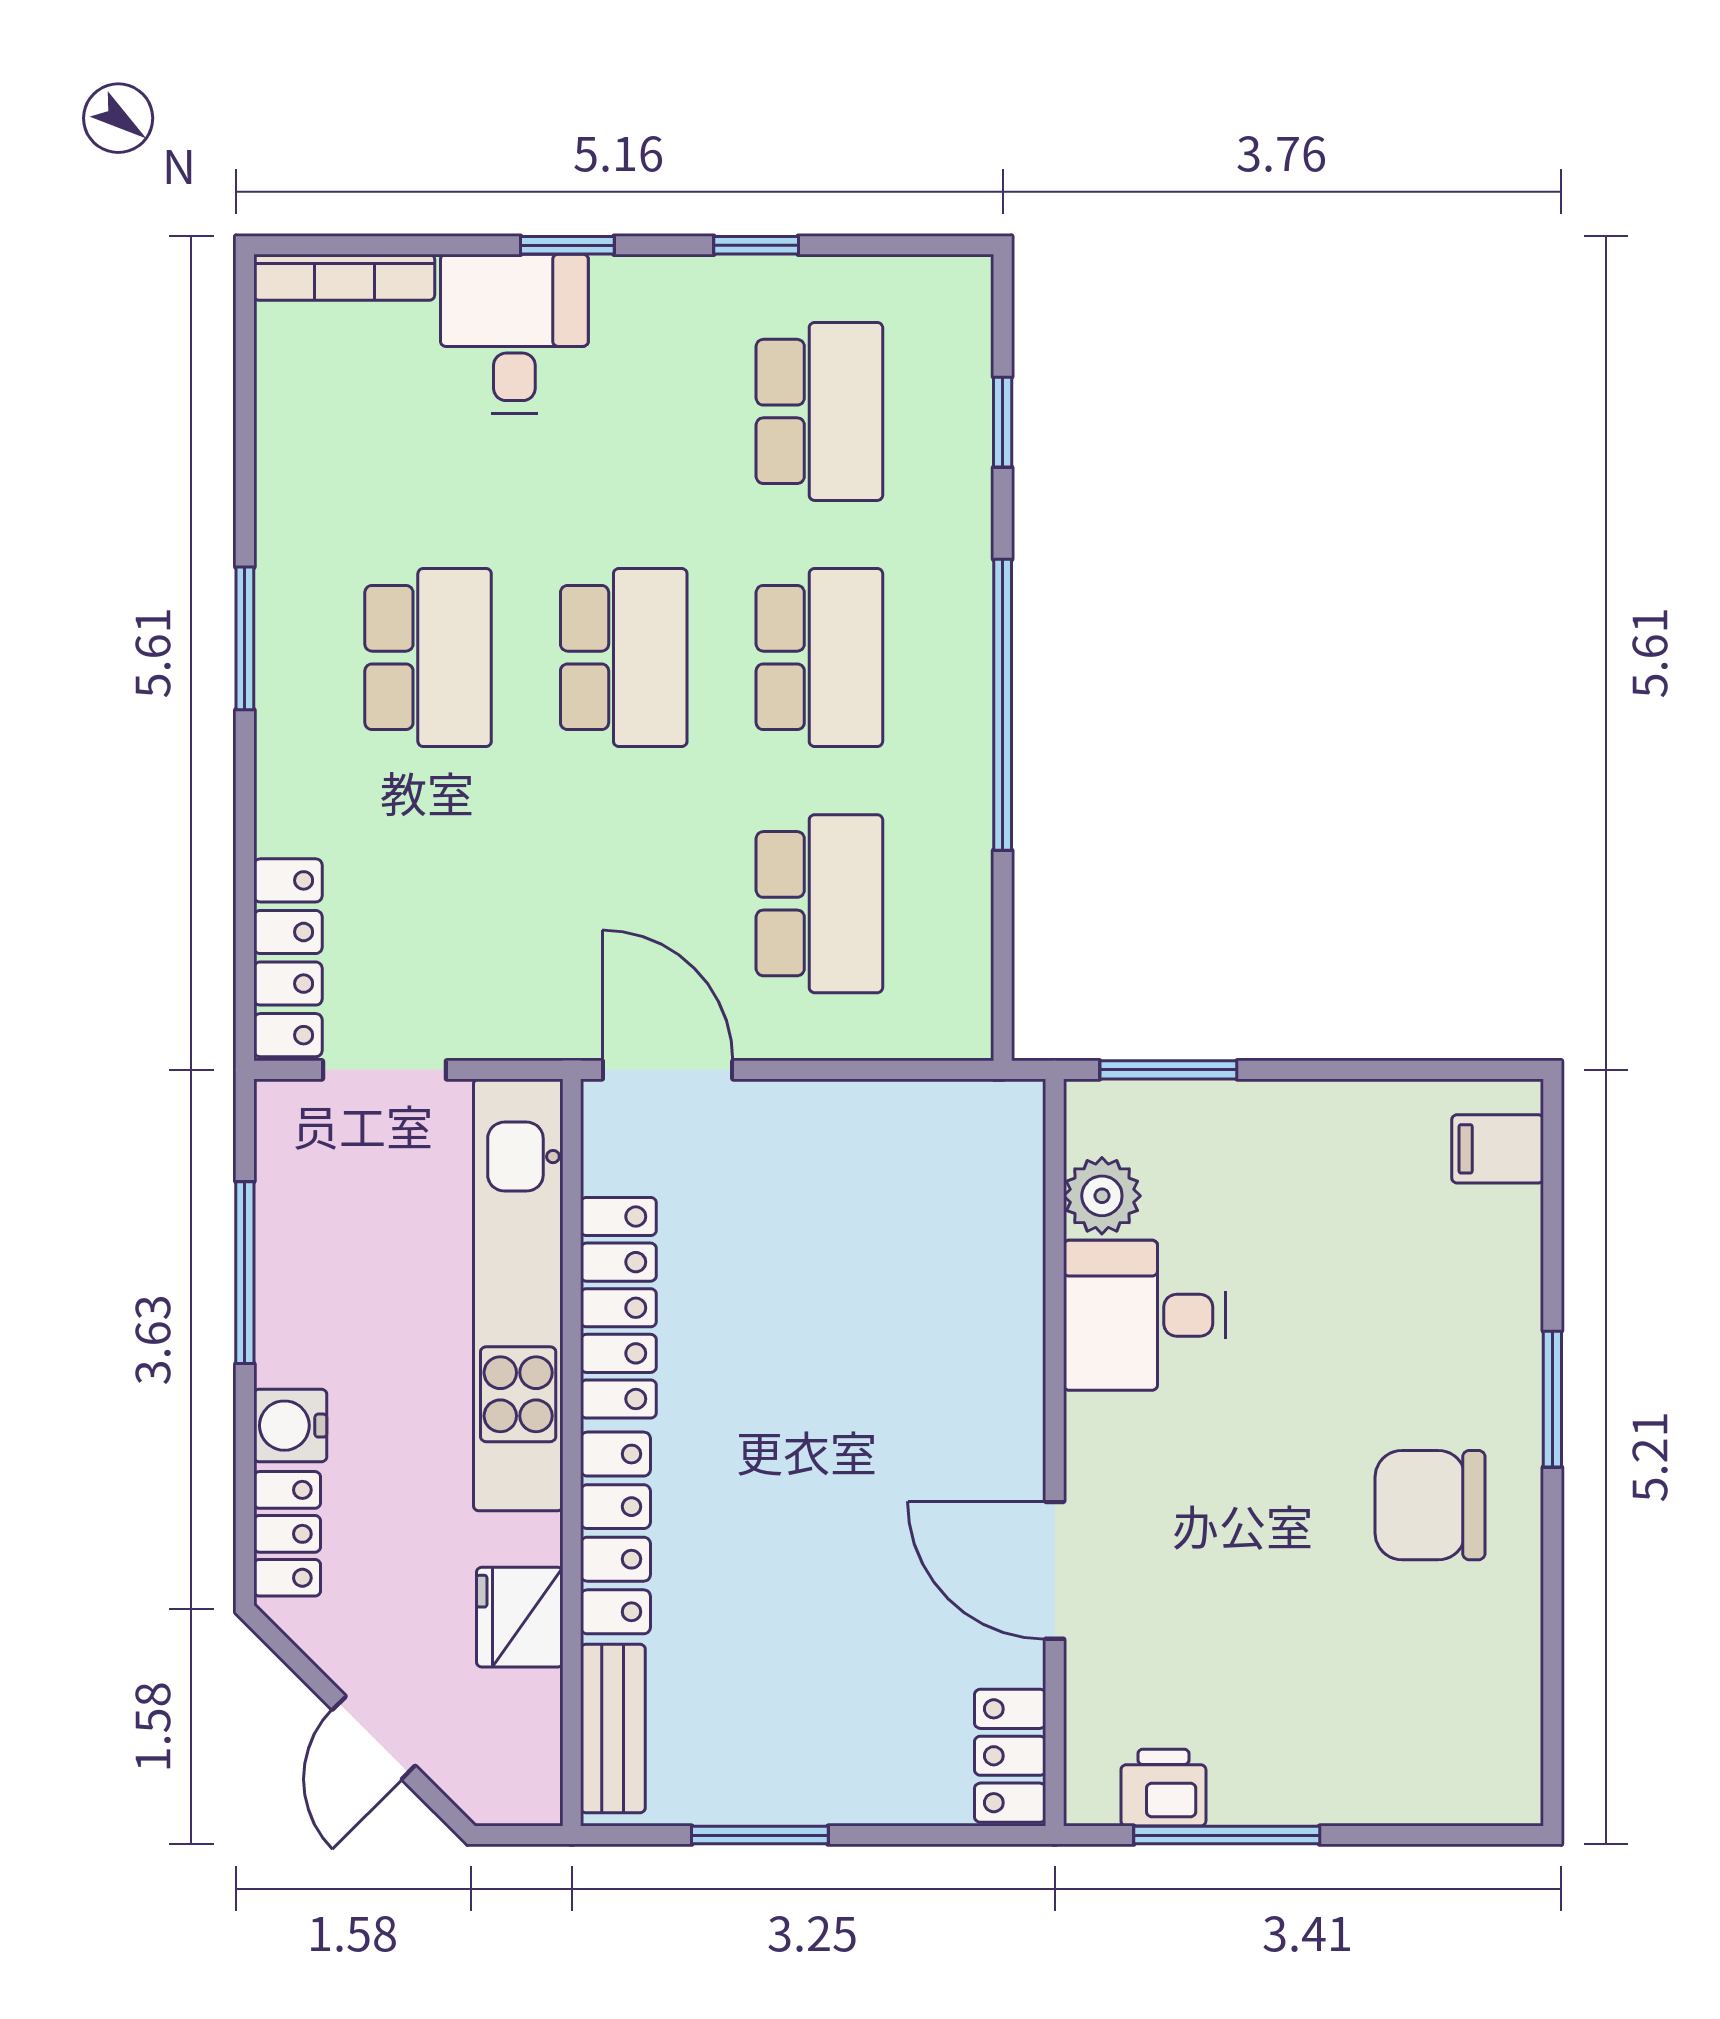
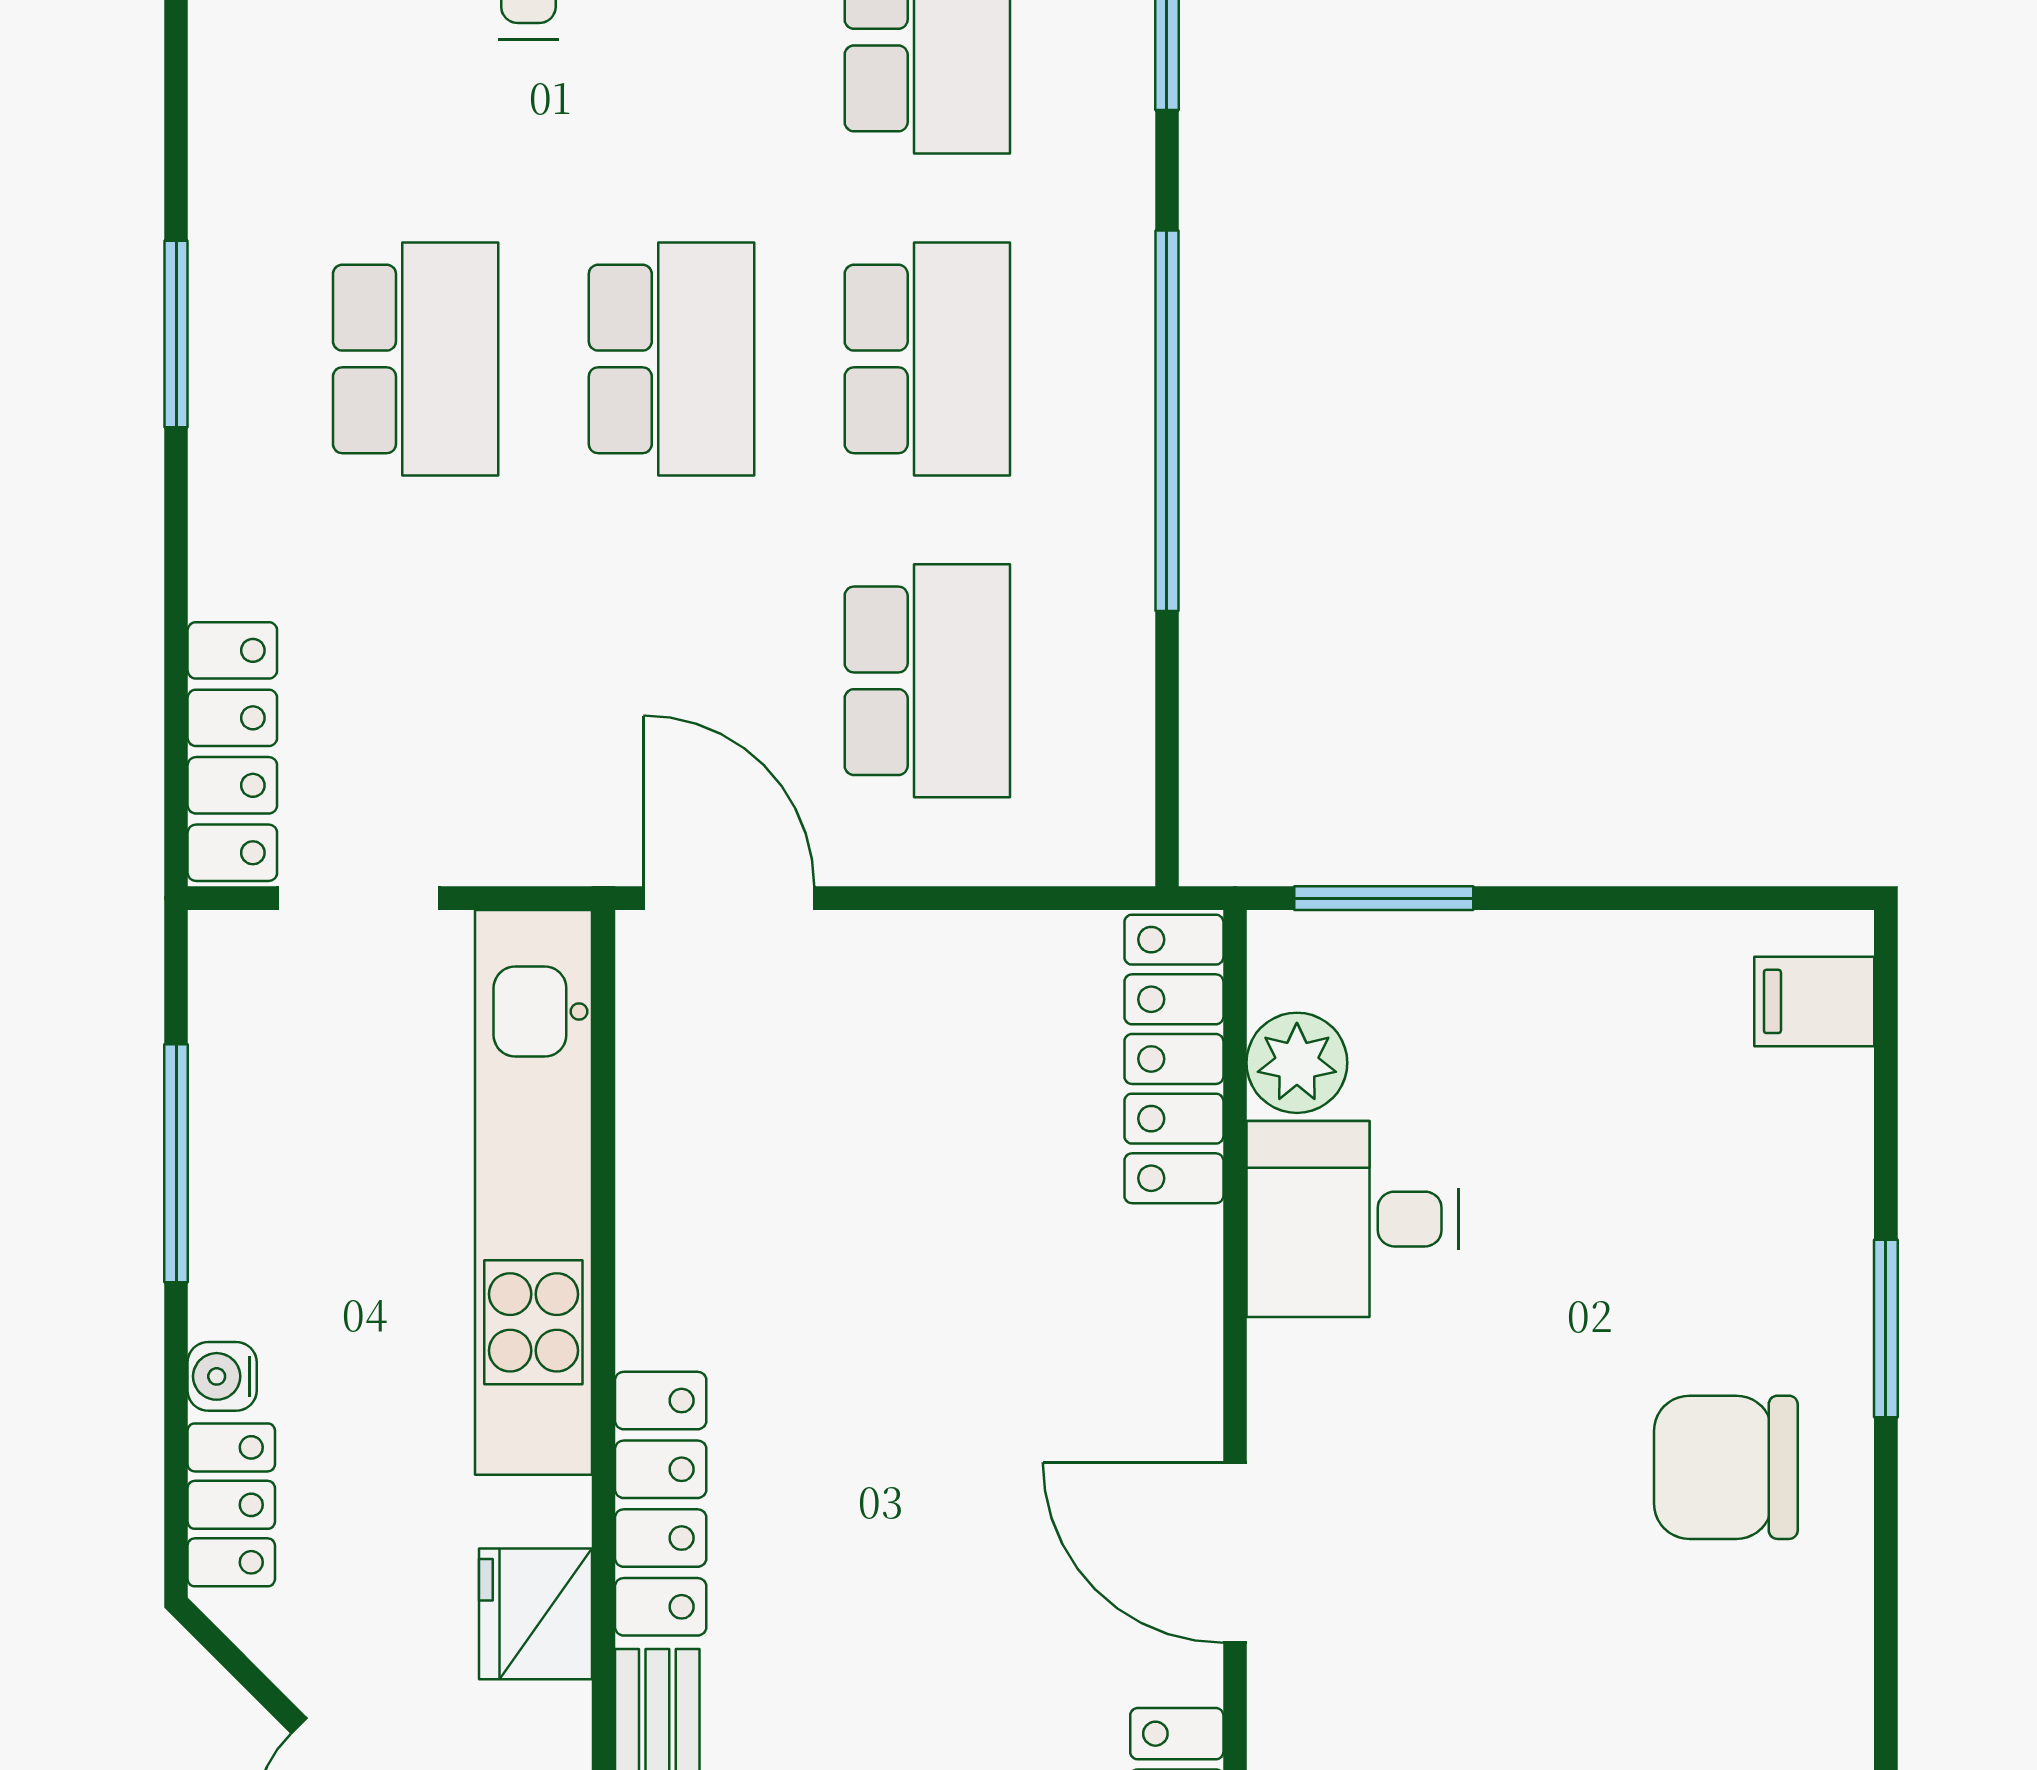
locker: (618, 1308) -> (1174, 1059), moved, turned 180
water cooler: (290, 1426) -> (222, 1376), width x0.72, depth x0.72

